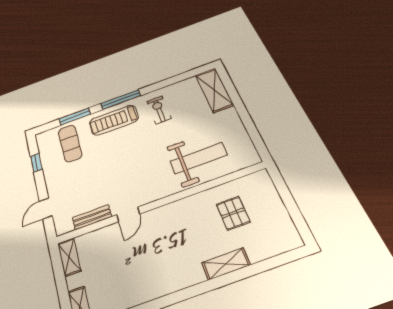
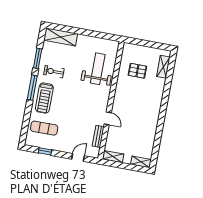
window: (75, 117) -> (38, 58), moved
door: (46, 208) -> (78, 157), swing flipped
shelving: (226, 264) -> (163, 67), moved

